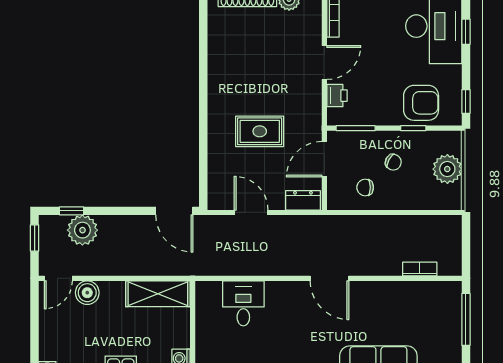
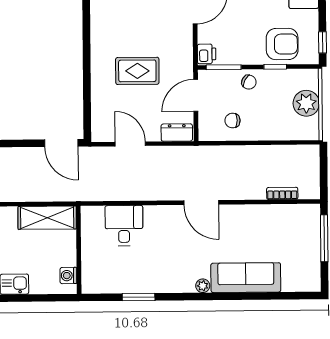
printer: (337, 96) -> (207, 54), moved
chair: (393, 162) -> (249, 82), moved

